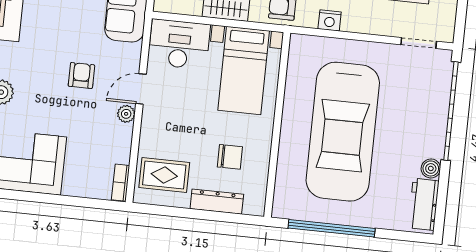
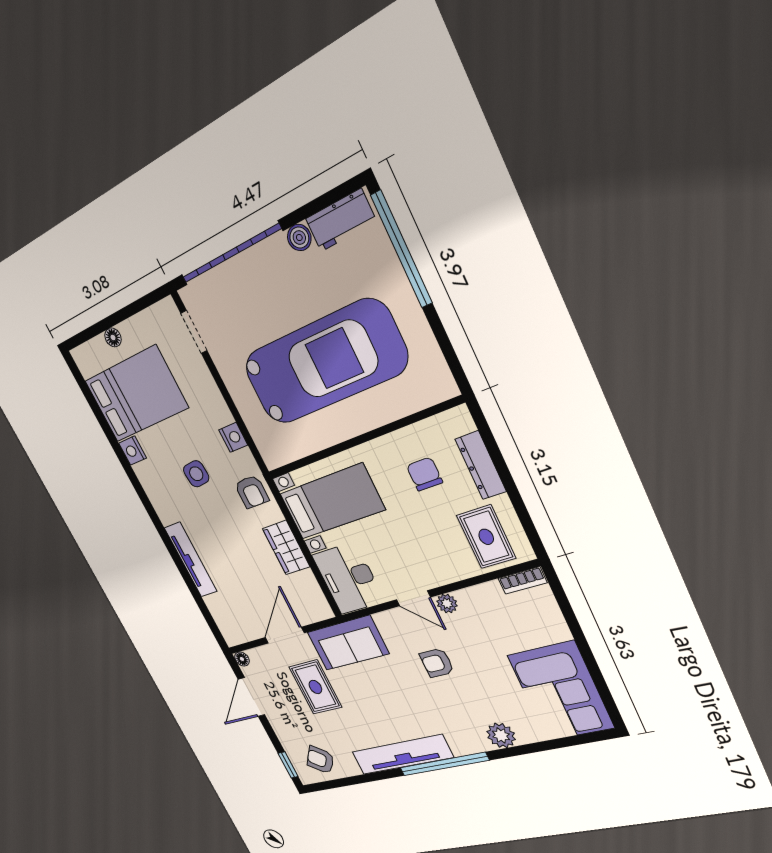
window: (332, 228) -> (402, 249), moved

